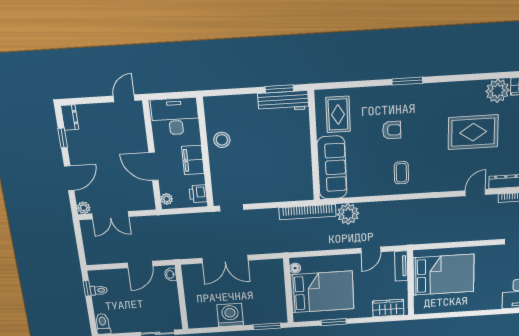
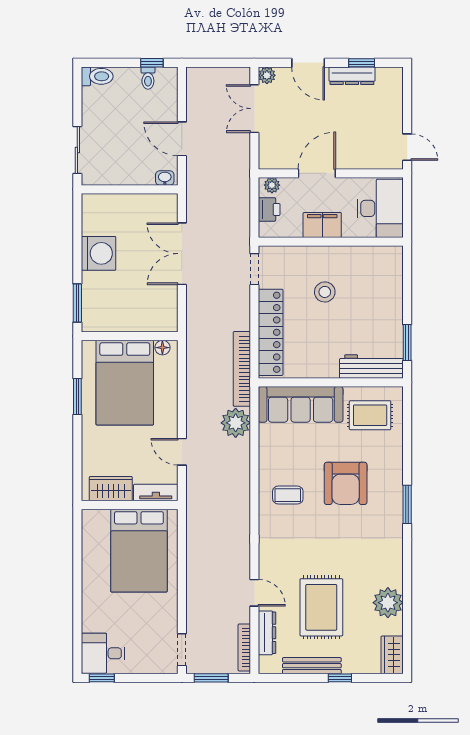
plant: (498, 91) -> (388, 603), moved
workbench: (283, 101) -> (371, 366), moved, turned 90
dresser: (70, 117) -> (352, 76), moved, width x1.44
armchair: (392, 130) -> (346, 483), width x1.88, depth x1.88
rug: (473, 132) -> (321, 607), moved
stool: (222, 140) -> (325, 292), moved
locker: (278, 193) -> (271, 332), added
printer: (198, 194) -> (269, 209), moved, turned 90
wardrobe: (388, 308) -> (111, 489), moved, turned -90

